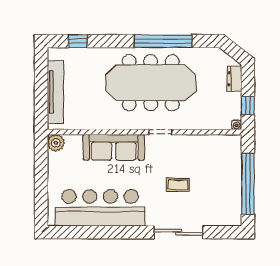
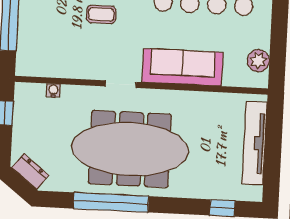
dresser: (234, 79) -> (30, 171), moved, turned -52
water cooler: (237, 125) -> (53, 90), moved
plant: (56, 143) -> (258, 61), moved

